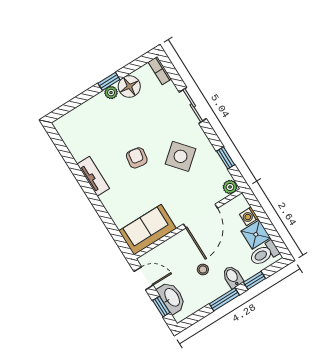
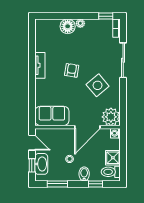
window: (109, 81) -> (106, 16), moved
floor lamp: (129, 86) -> (68, 26), moved
sliding door: (193, 105) -> (123, 60), width x1.37
window: (226, 158) -> (123, 103), removed
plant: (230, 187) -> (111, 117), width x1.88, depth x1.88
washing machine: (249, 216) -> (115, 133), moved
window: (224, 299) -> (57, 184), moved

